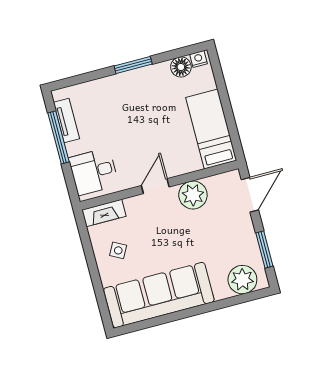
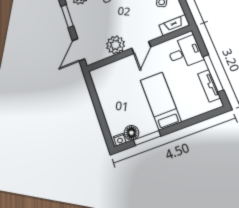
window: (133, 65) -> (147, 138), moved
bed: (211, 129) -> (161, 101), moved, turned 180

